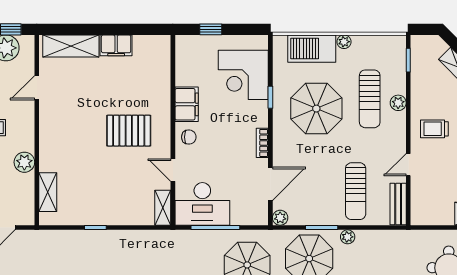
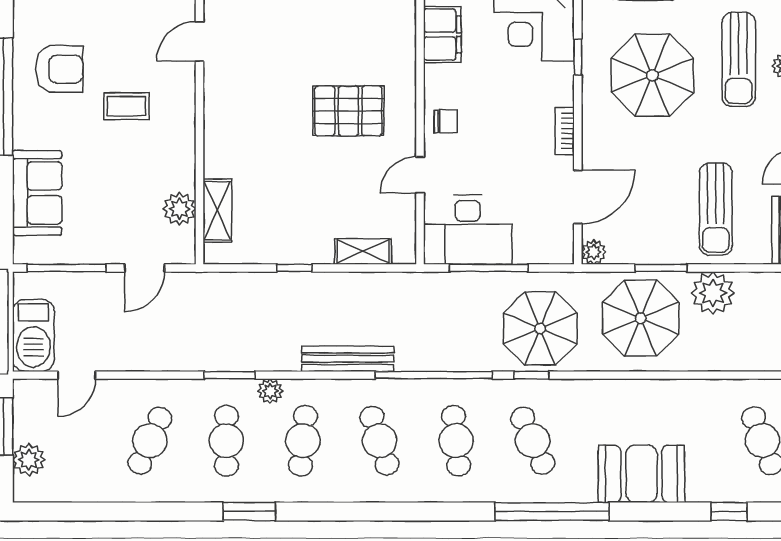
filing cabinet: (187, 104) -> (442, 35), moved
plant: (24, 162) -> (179, 209), moved
door: (173, 170) -> (420, 175), hinge flipped
shelving: (163, 208) -> (363, 252), moved, turned 90
plant: (348, 237) -> (713, 293), width x1.88, depth x1.88

